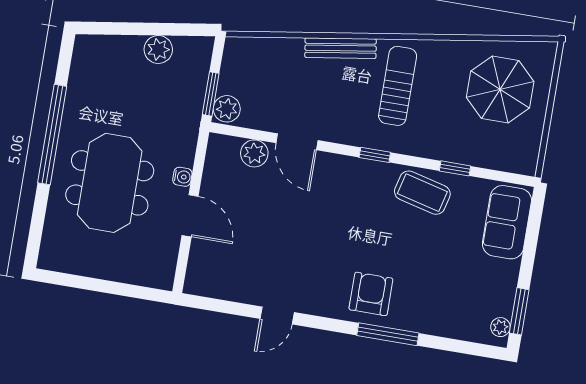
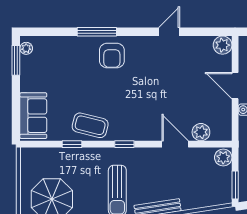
window: (211, 94) -> (235, 185), moved
plant: (199, 281) -> (223, 45), added

